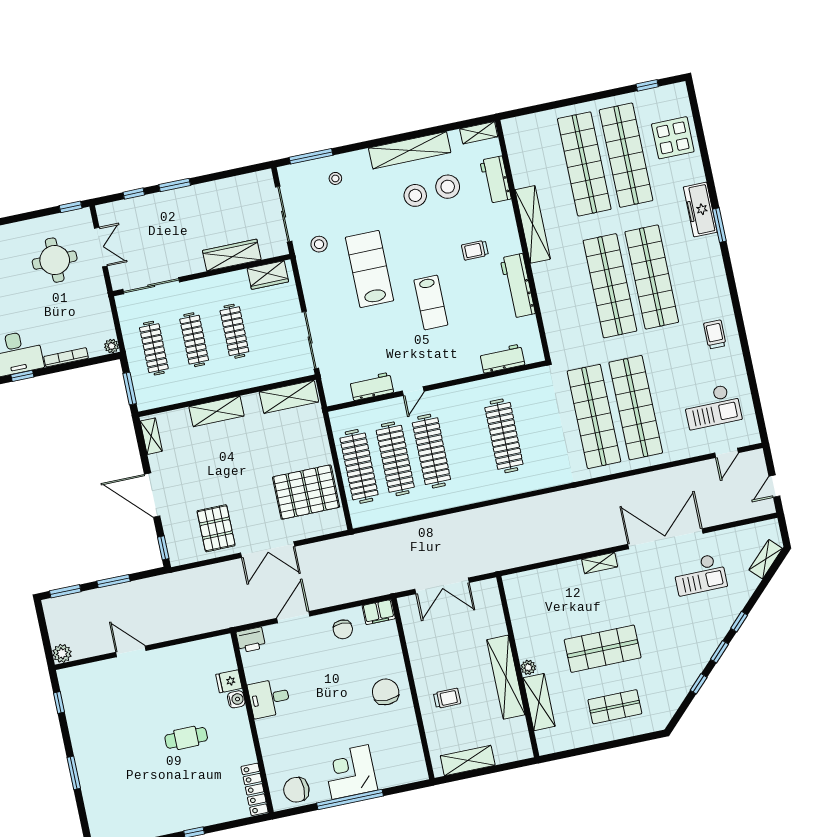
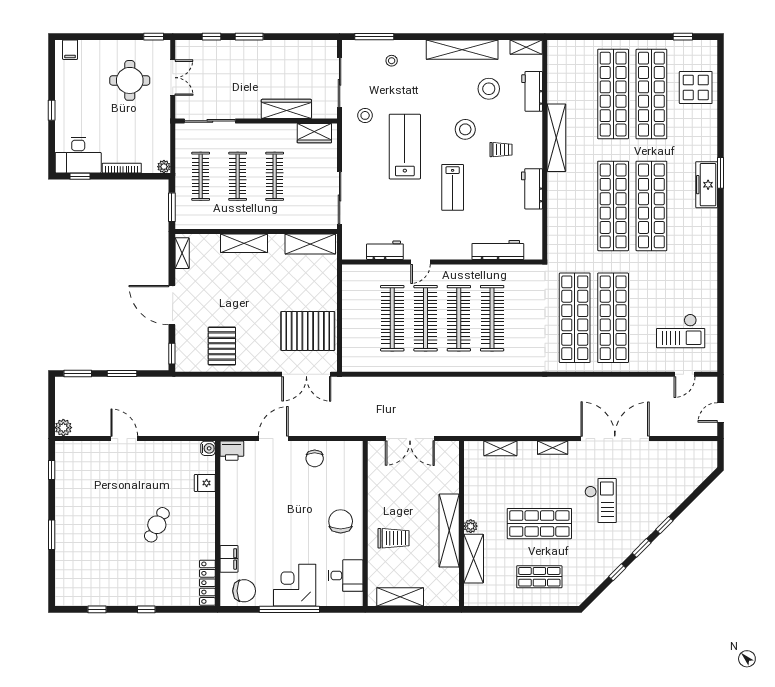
stool: (415, 195) -> (465, 129), moved
freezer: (700, 210) -> (707, 185), moved
trolley: (475, 250) -> (501, 150), turned 180
workbench: (518, 286) -> (532, 189), width x0.73
trolley: (715, 334) -> (696, 268), removed
workbench: (502, 359) -> (498, 250), width x1.38
clothes rail: (359, 466) -> (459, 318), moved
double door: (268, 550) -> (306, 374), moved
shelving: (766, 559) -> (500, 448), moved, turned 45
checkout: (700, 574) -> (601, 501), moved, turned -90
filing cabinet: (379, 612) -> (229, 559), moved, turned -90
desk: (269, 698) -> (346, 576), moved, turned 180
trolley: (447, 698) -> (394, 538), width x1.36, depth x1.39
water cooler: (236, 699) -> (208, 448), moved
cafe table: (186, 738) -> (157, 525), turned -62
chair: (296, 790) -> (244, 591), turned 180

